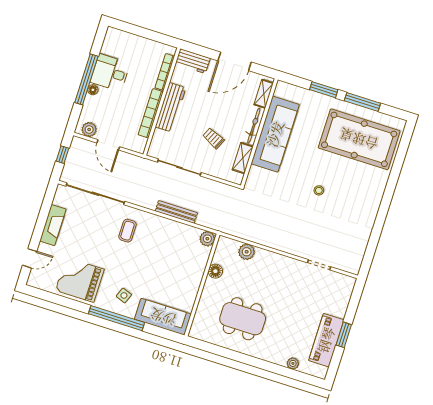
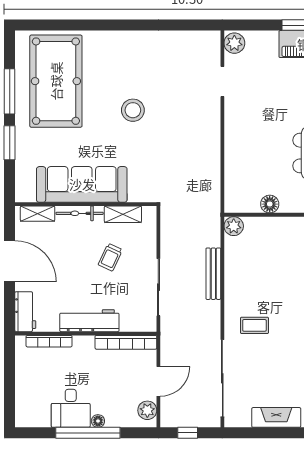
bookcase: (151, 113) -> (126, 342), moved
stool: (319, 190) -> (133, 110), width x1.89, depth x1.89
plant: (247, 252) -> (234, 43), moved

